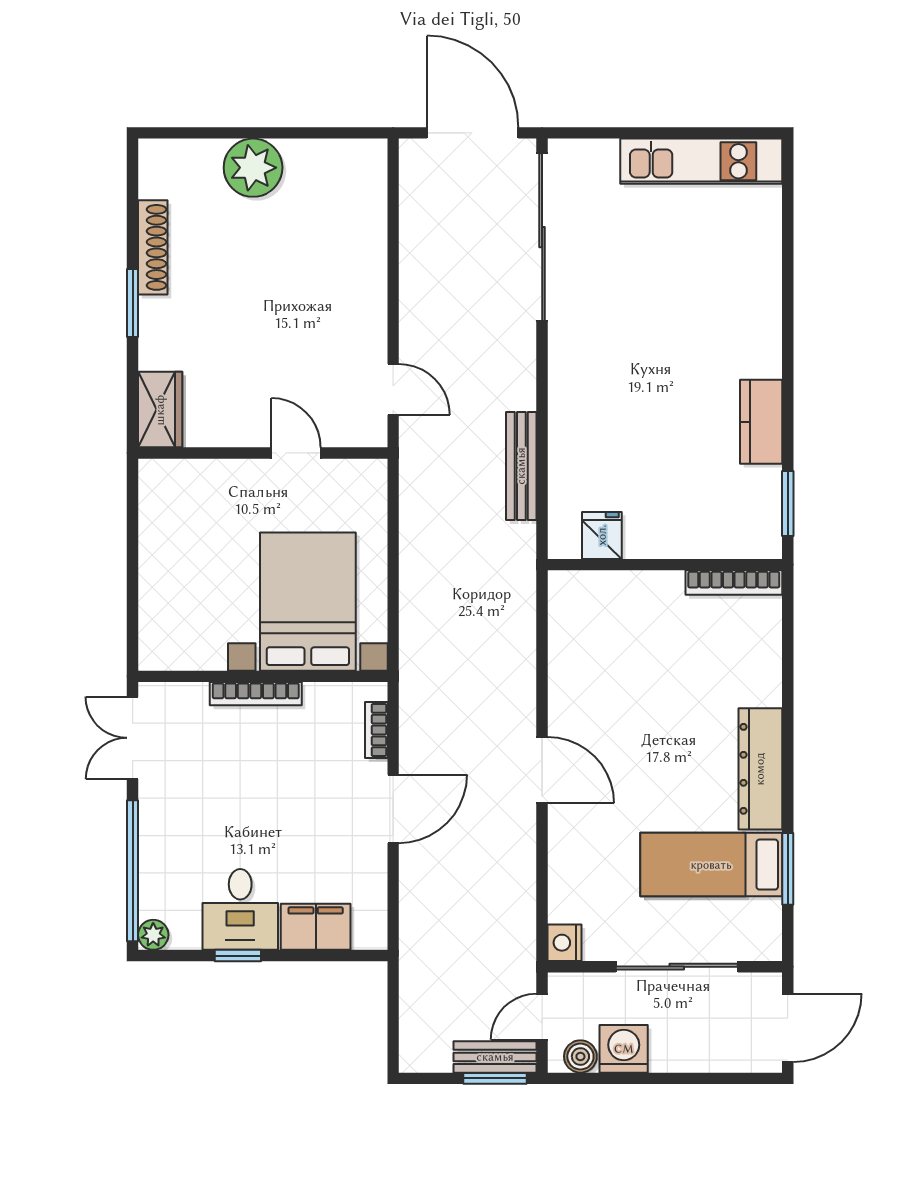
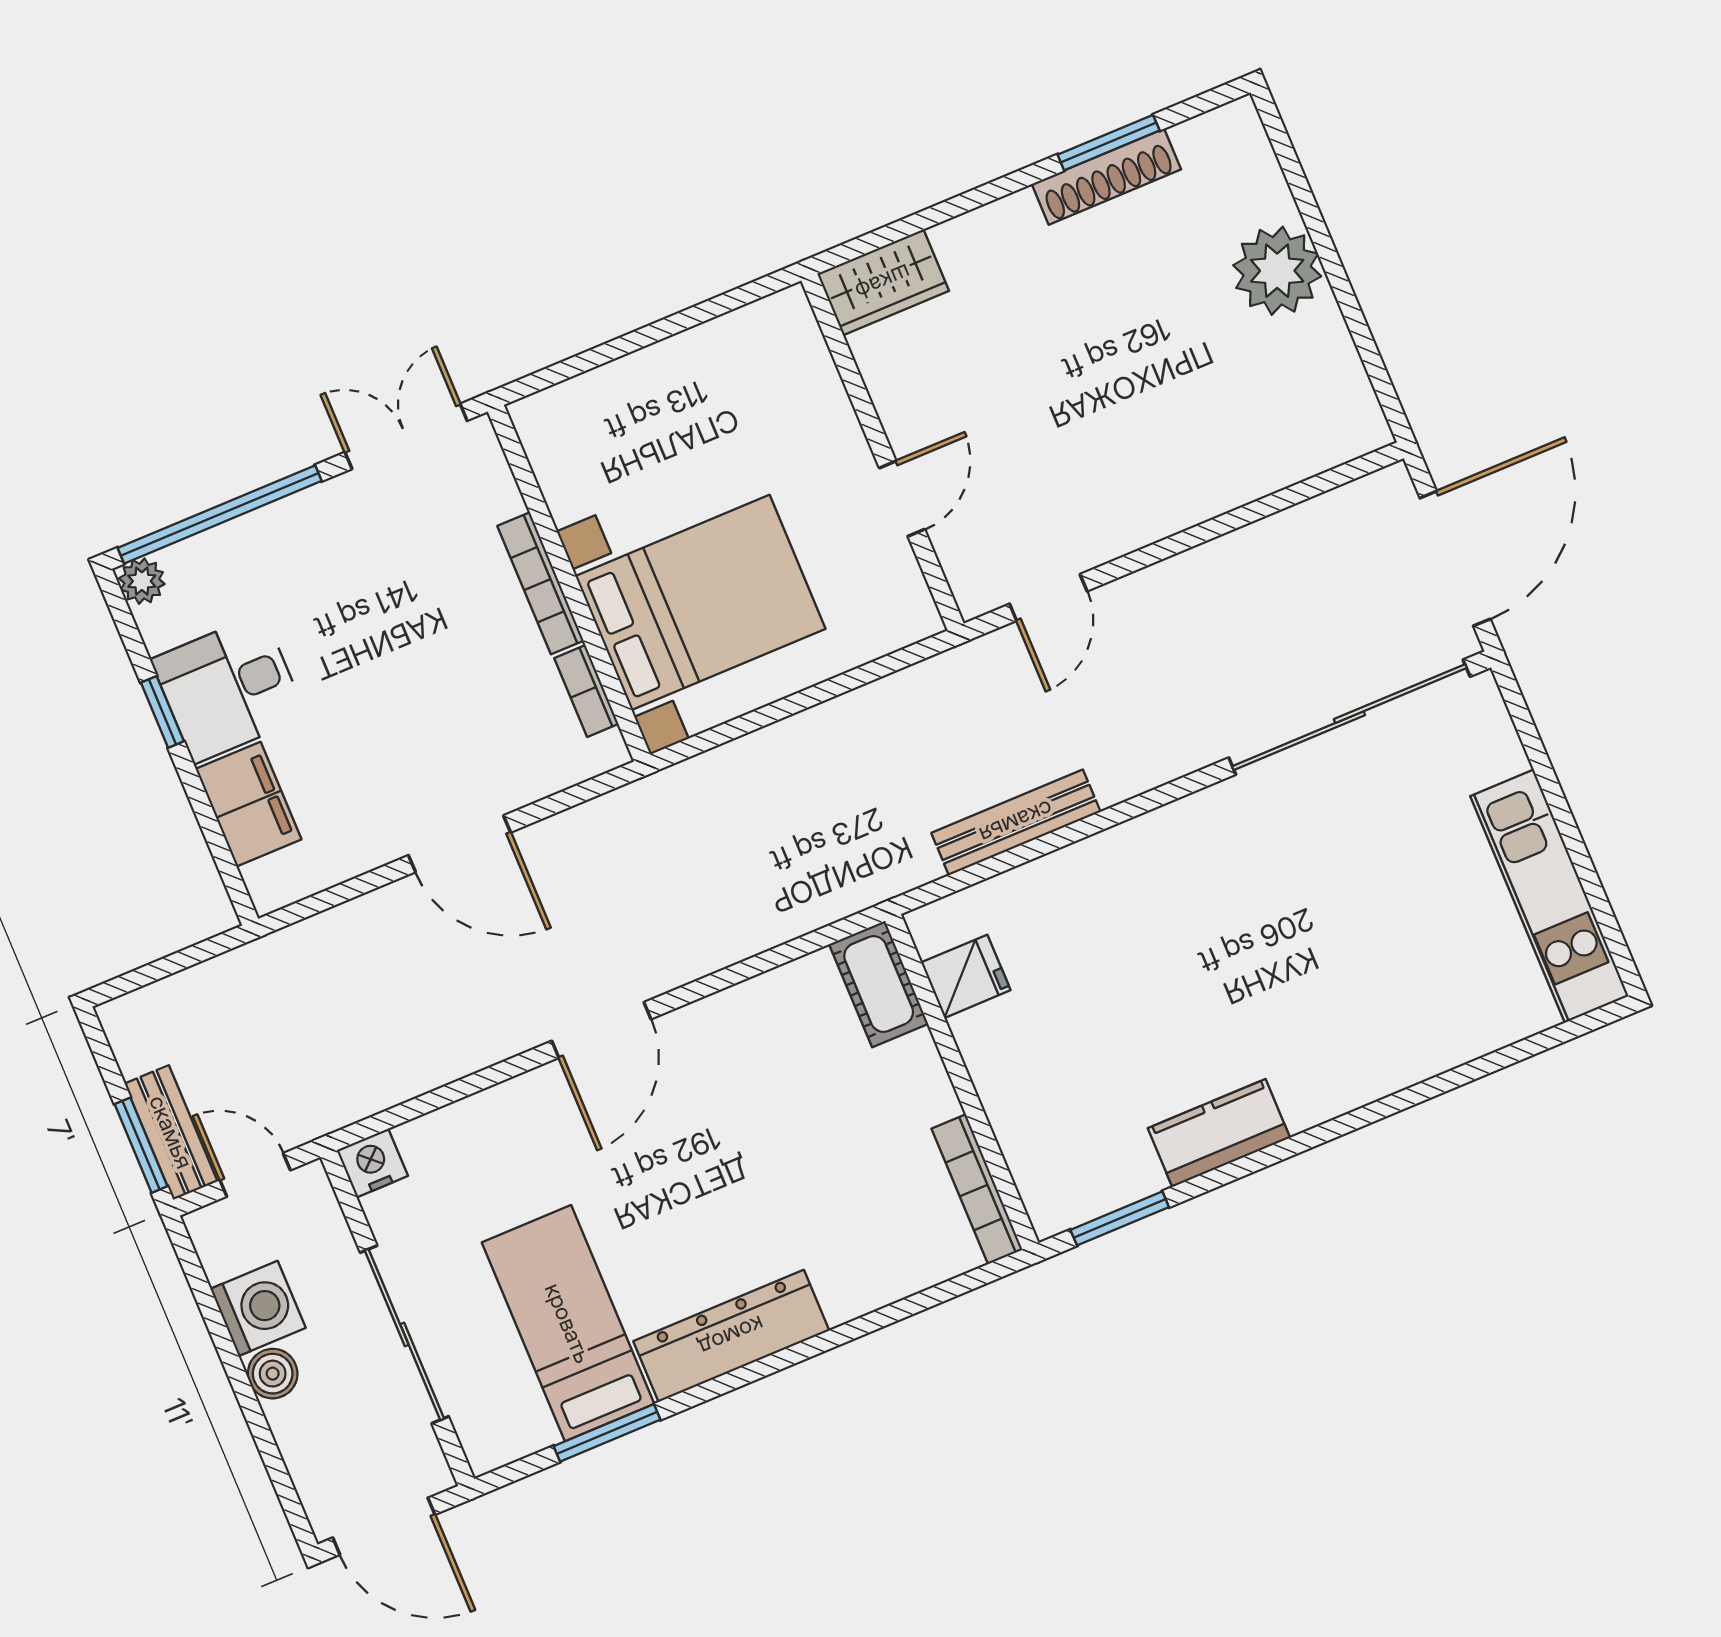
window: (133, 303) -> (1109, 143), moved
cot: (584, 590) -> (879, 984), added
bookcase: (376, 730) -> (586, 691), moved, turned -90
boiler: (580, 1056) -> (273, 1374), moved

